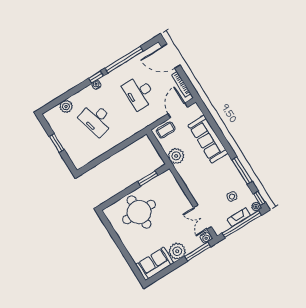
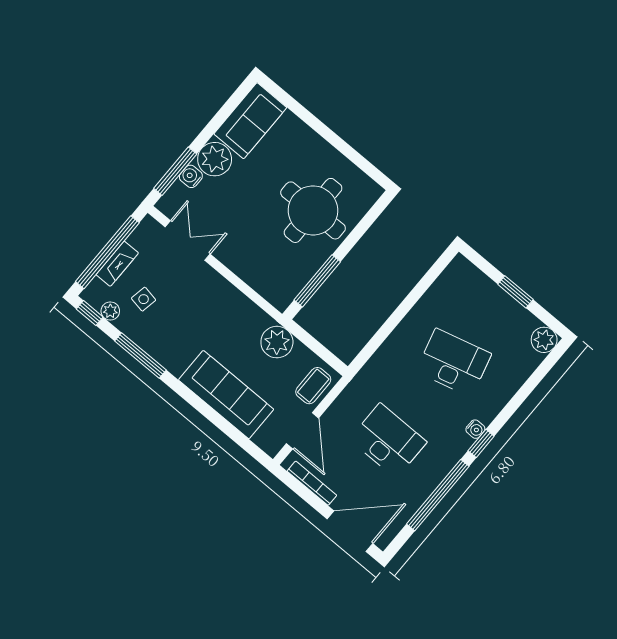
plant: (66, 106) -> (544, 340), moved
window: (148, 178) -> (317, 281), width x1.44
plant: (256, 207) -> (110, 311), moved
water cooler: (206, 238) -> (191, 176), moved

